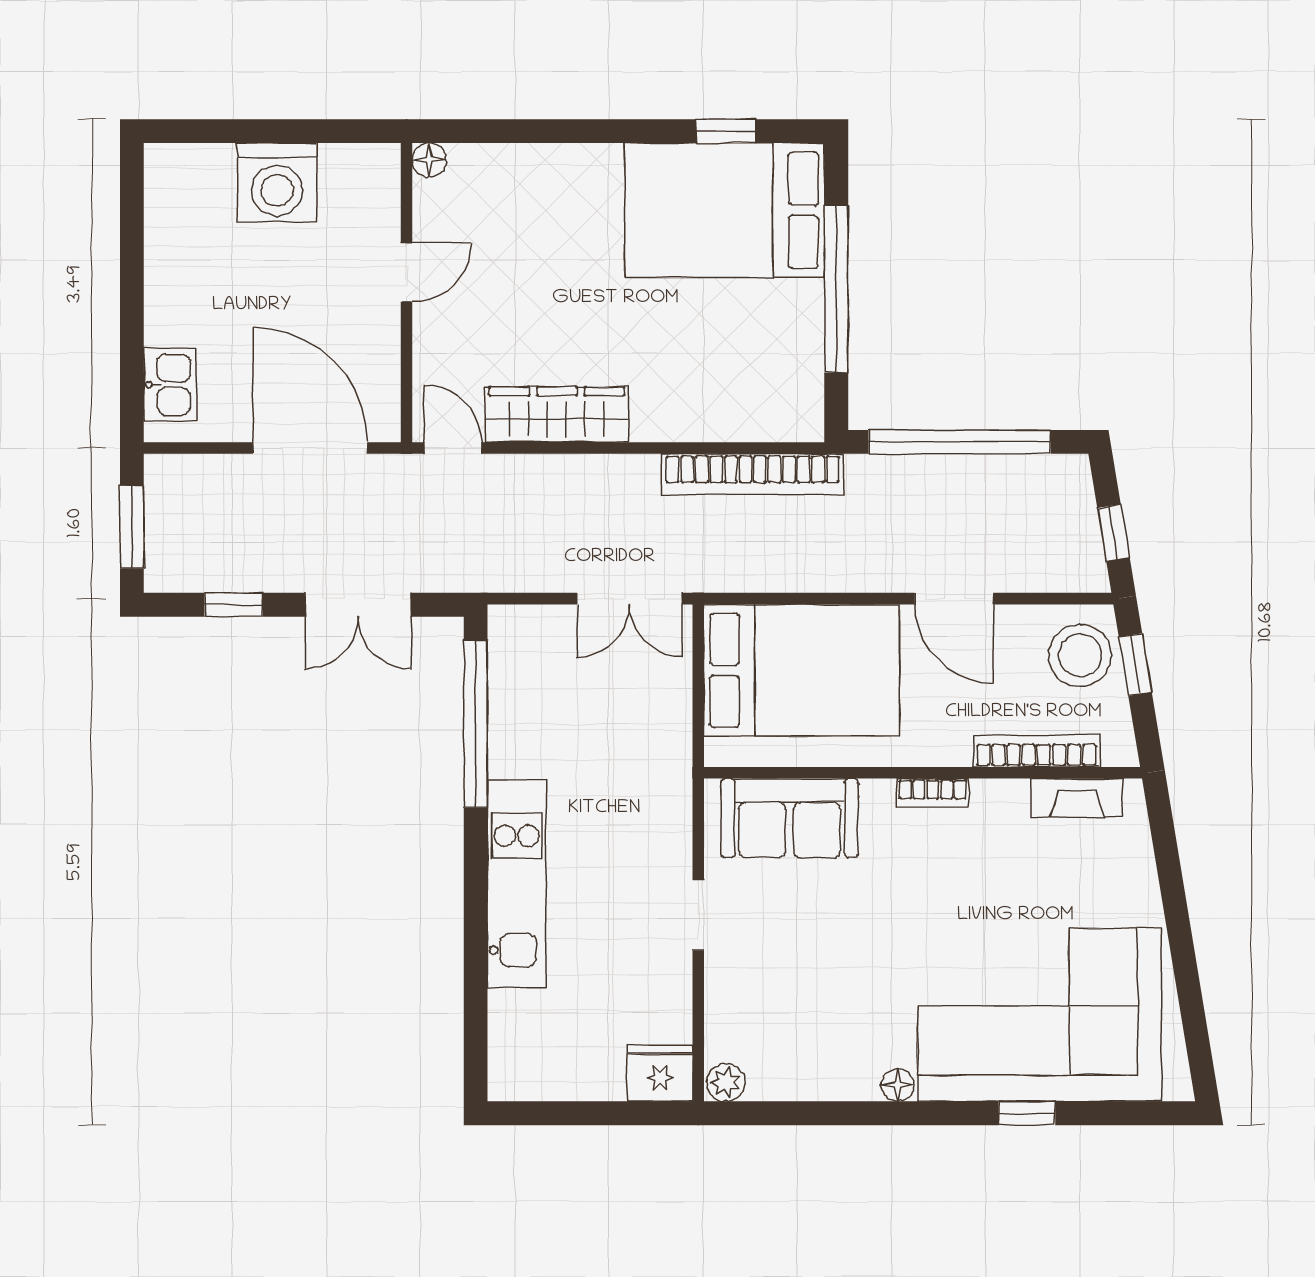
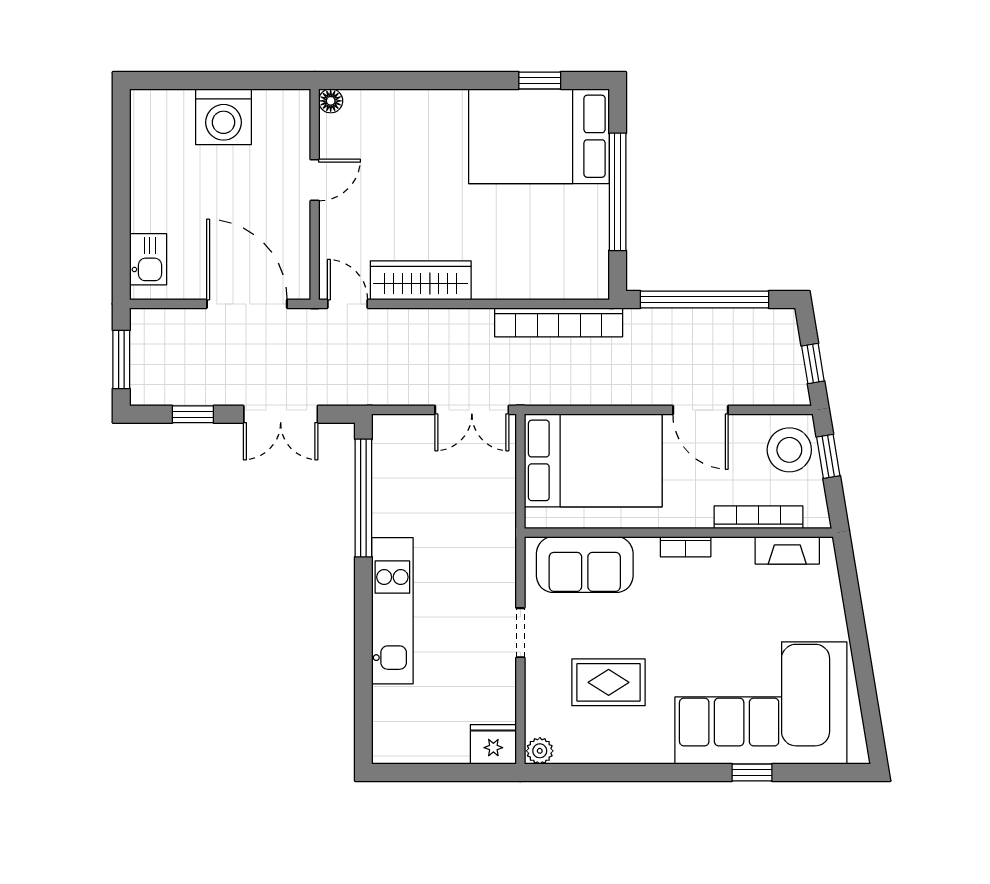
rug: (823, 985) -> (609, 682), added
floor lamp: (898, 1085) -> (661, 753), removed

